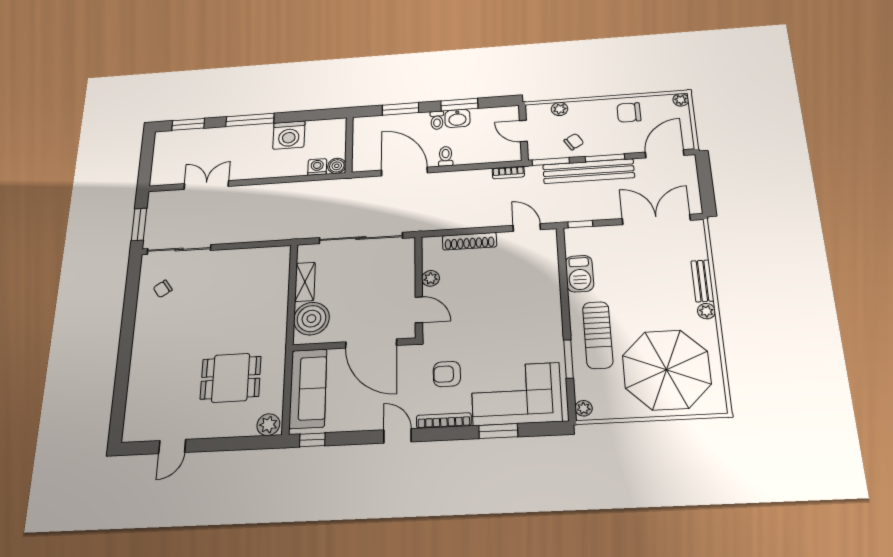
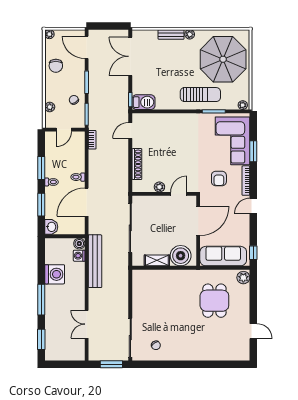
washbasin: (457, 118) -> (51, 227), moved
bench: (589, 171) -> (95, 261), moved
barbecue: (579, 274) -> (144, 102), moved

